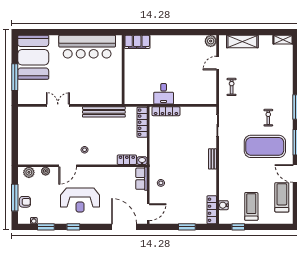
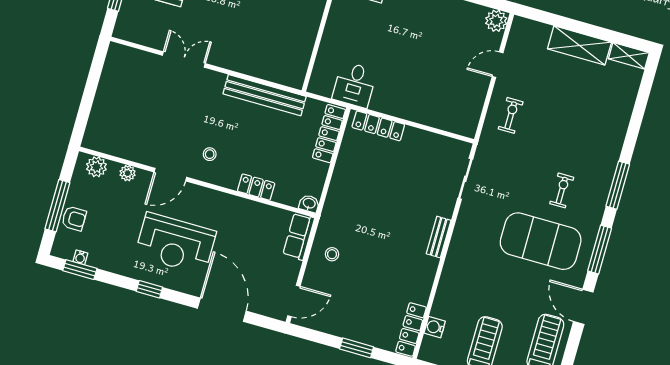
shelving: (242, 42) -> (579, 45), moved
desk: (164, 94) -> (354, 85), moved
locker: (127, 160) -> (256, 187), moved
window: (46, 227) -> (80, 270), moved
door: (124, 227) -> (222, 310), moved

